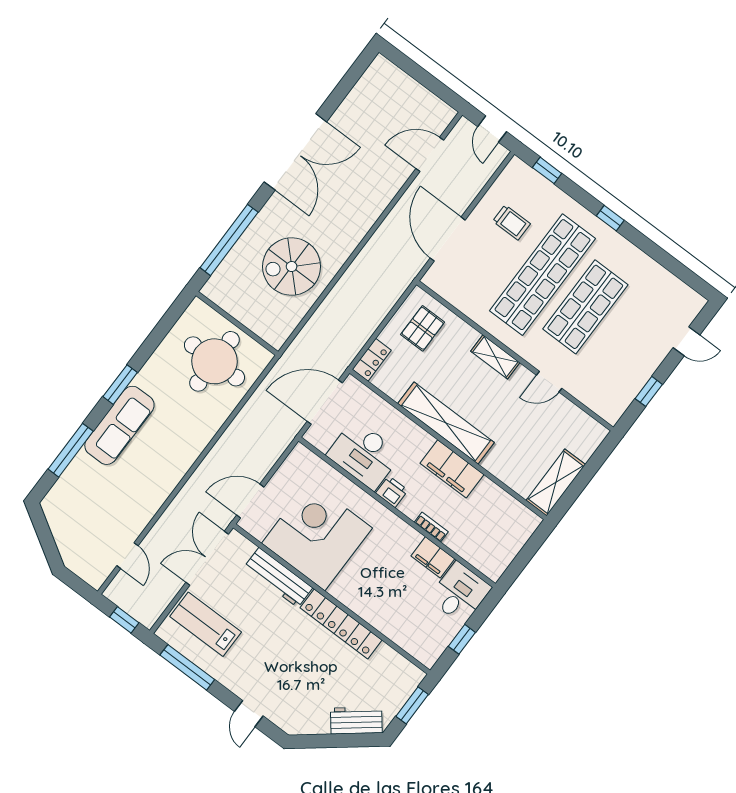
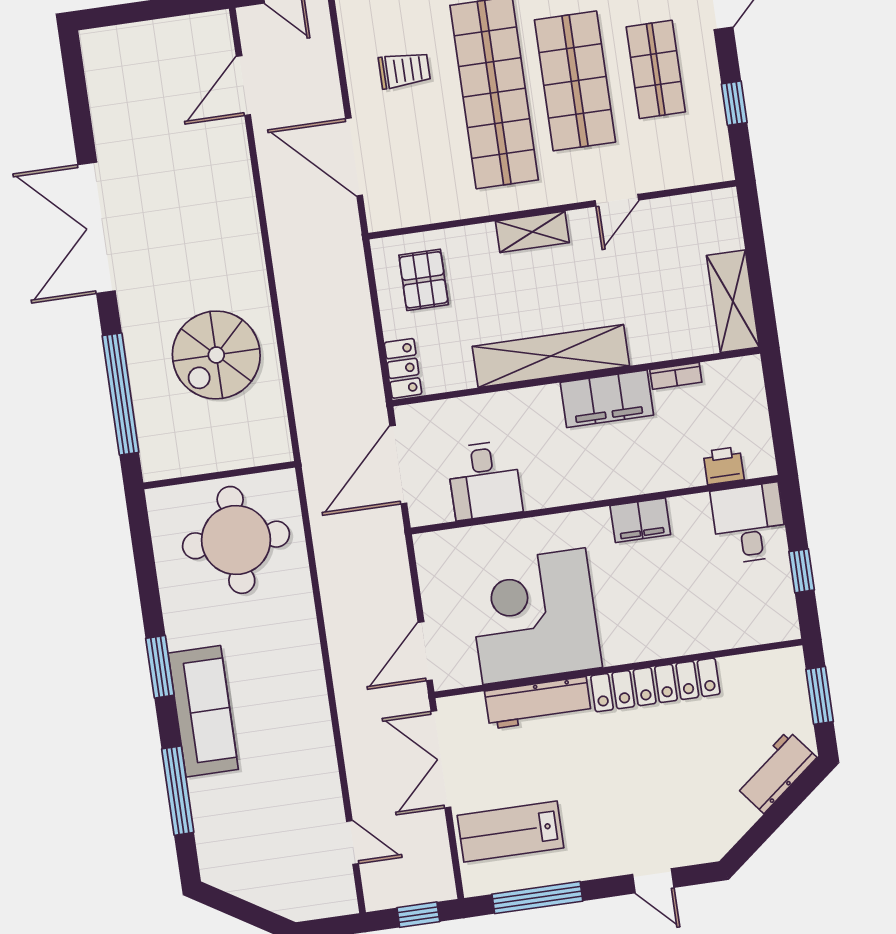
double door: (295, 152) -> (97, 228), swing flipped
shop shelf: (628, 339) -> (656, 69), added
desk: (364, 454) -> (484, 480), width x0.73
printer: (392, 492) -> (724, 466), moved
bookcase: (431, 527) -> (676, 376), moved, turned 180
filing cabinet: (433, 557) -> (640, 520), moved

